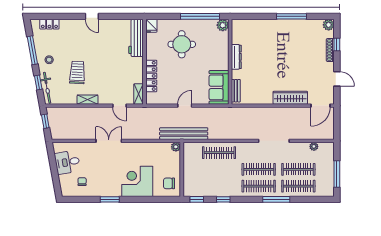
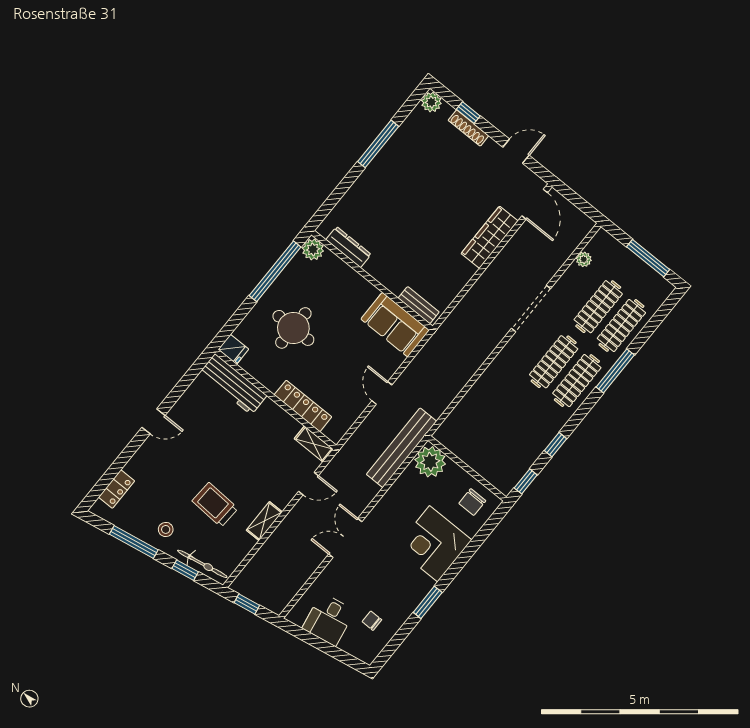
dresser: (236, 57) -> (349, 247), moved
bench: (184, 134) -> (402, 448), moved
plant: (176, 147) -> (430, 462), width x1.87, depth x1.87
clothes rail: (219, 153) -> (486, 398), removed

